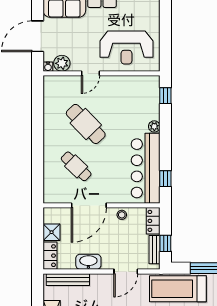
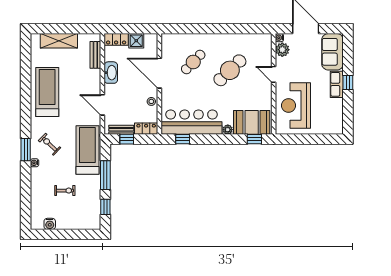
booth: (146, 99) -> (252, 122), added
bench: (68, 280) -> (95, 55), width x0.73

